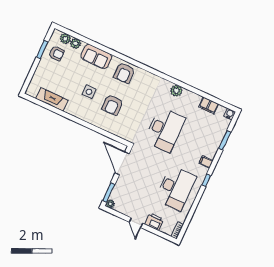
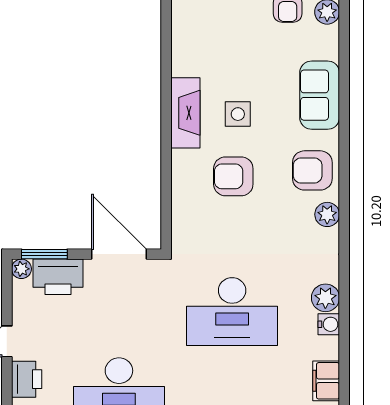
plant: (76, 43) -> (327, 214), moved
water cooler: (187, 94) -> (329, 324), added
fireplace: (52, 100) -> (185, 113), moved
door: (122, 163) -> (119, 254), hinge flipped
printer: (120, 191) -> (58, 277), added

